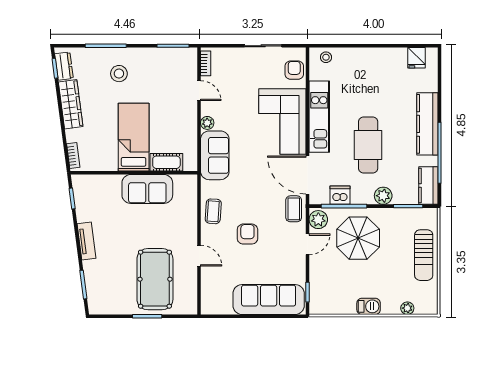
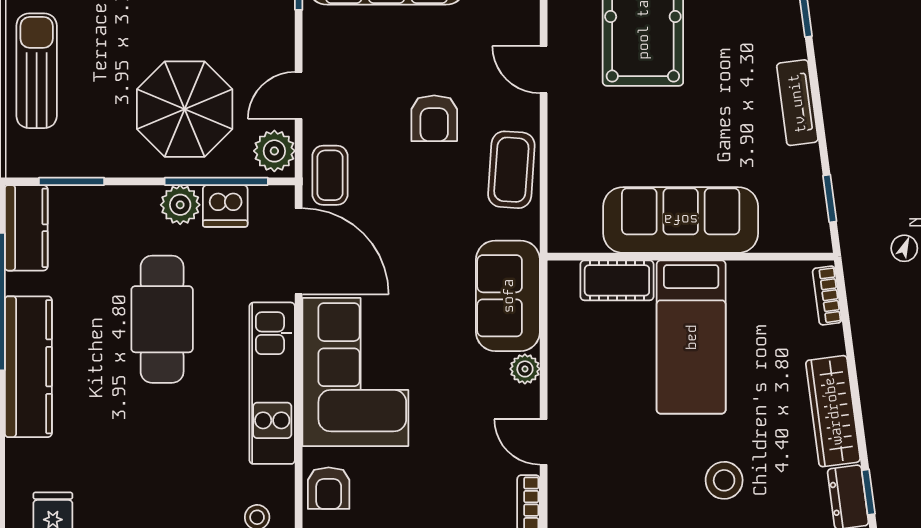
sofa: (147, 189) -> (681, 220), width x1.36
plant: (383, 196) -> (180, 205), moved
coffee table: (213, 211) -> (511, 170), width x1.36, depth x1.30

